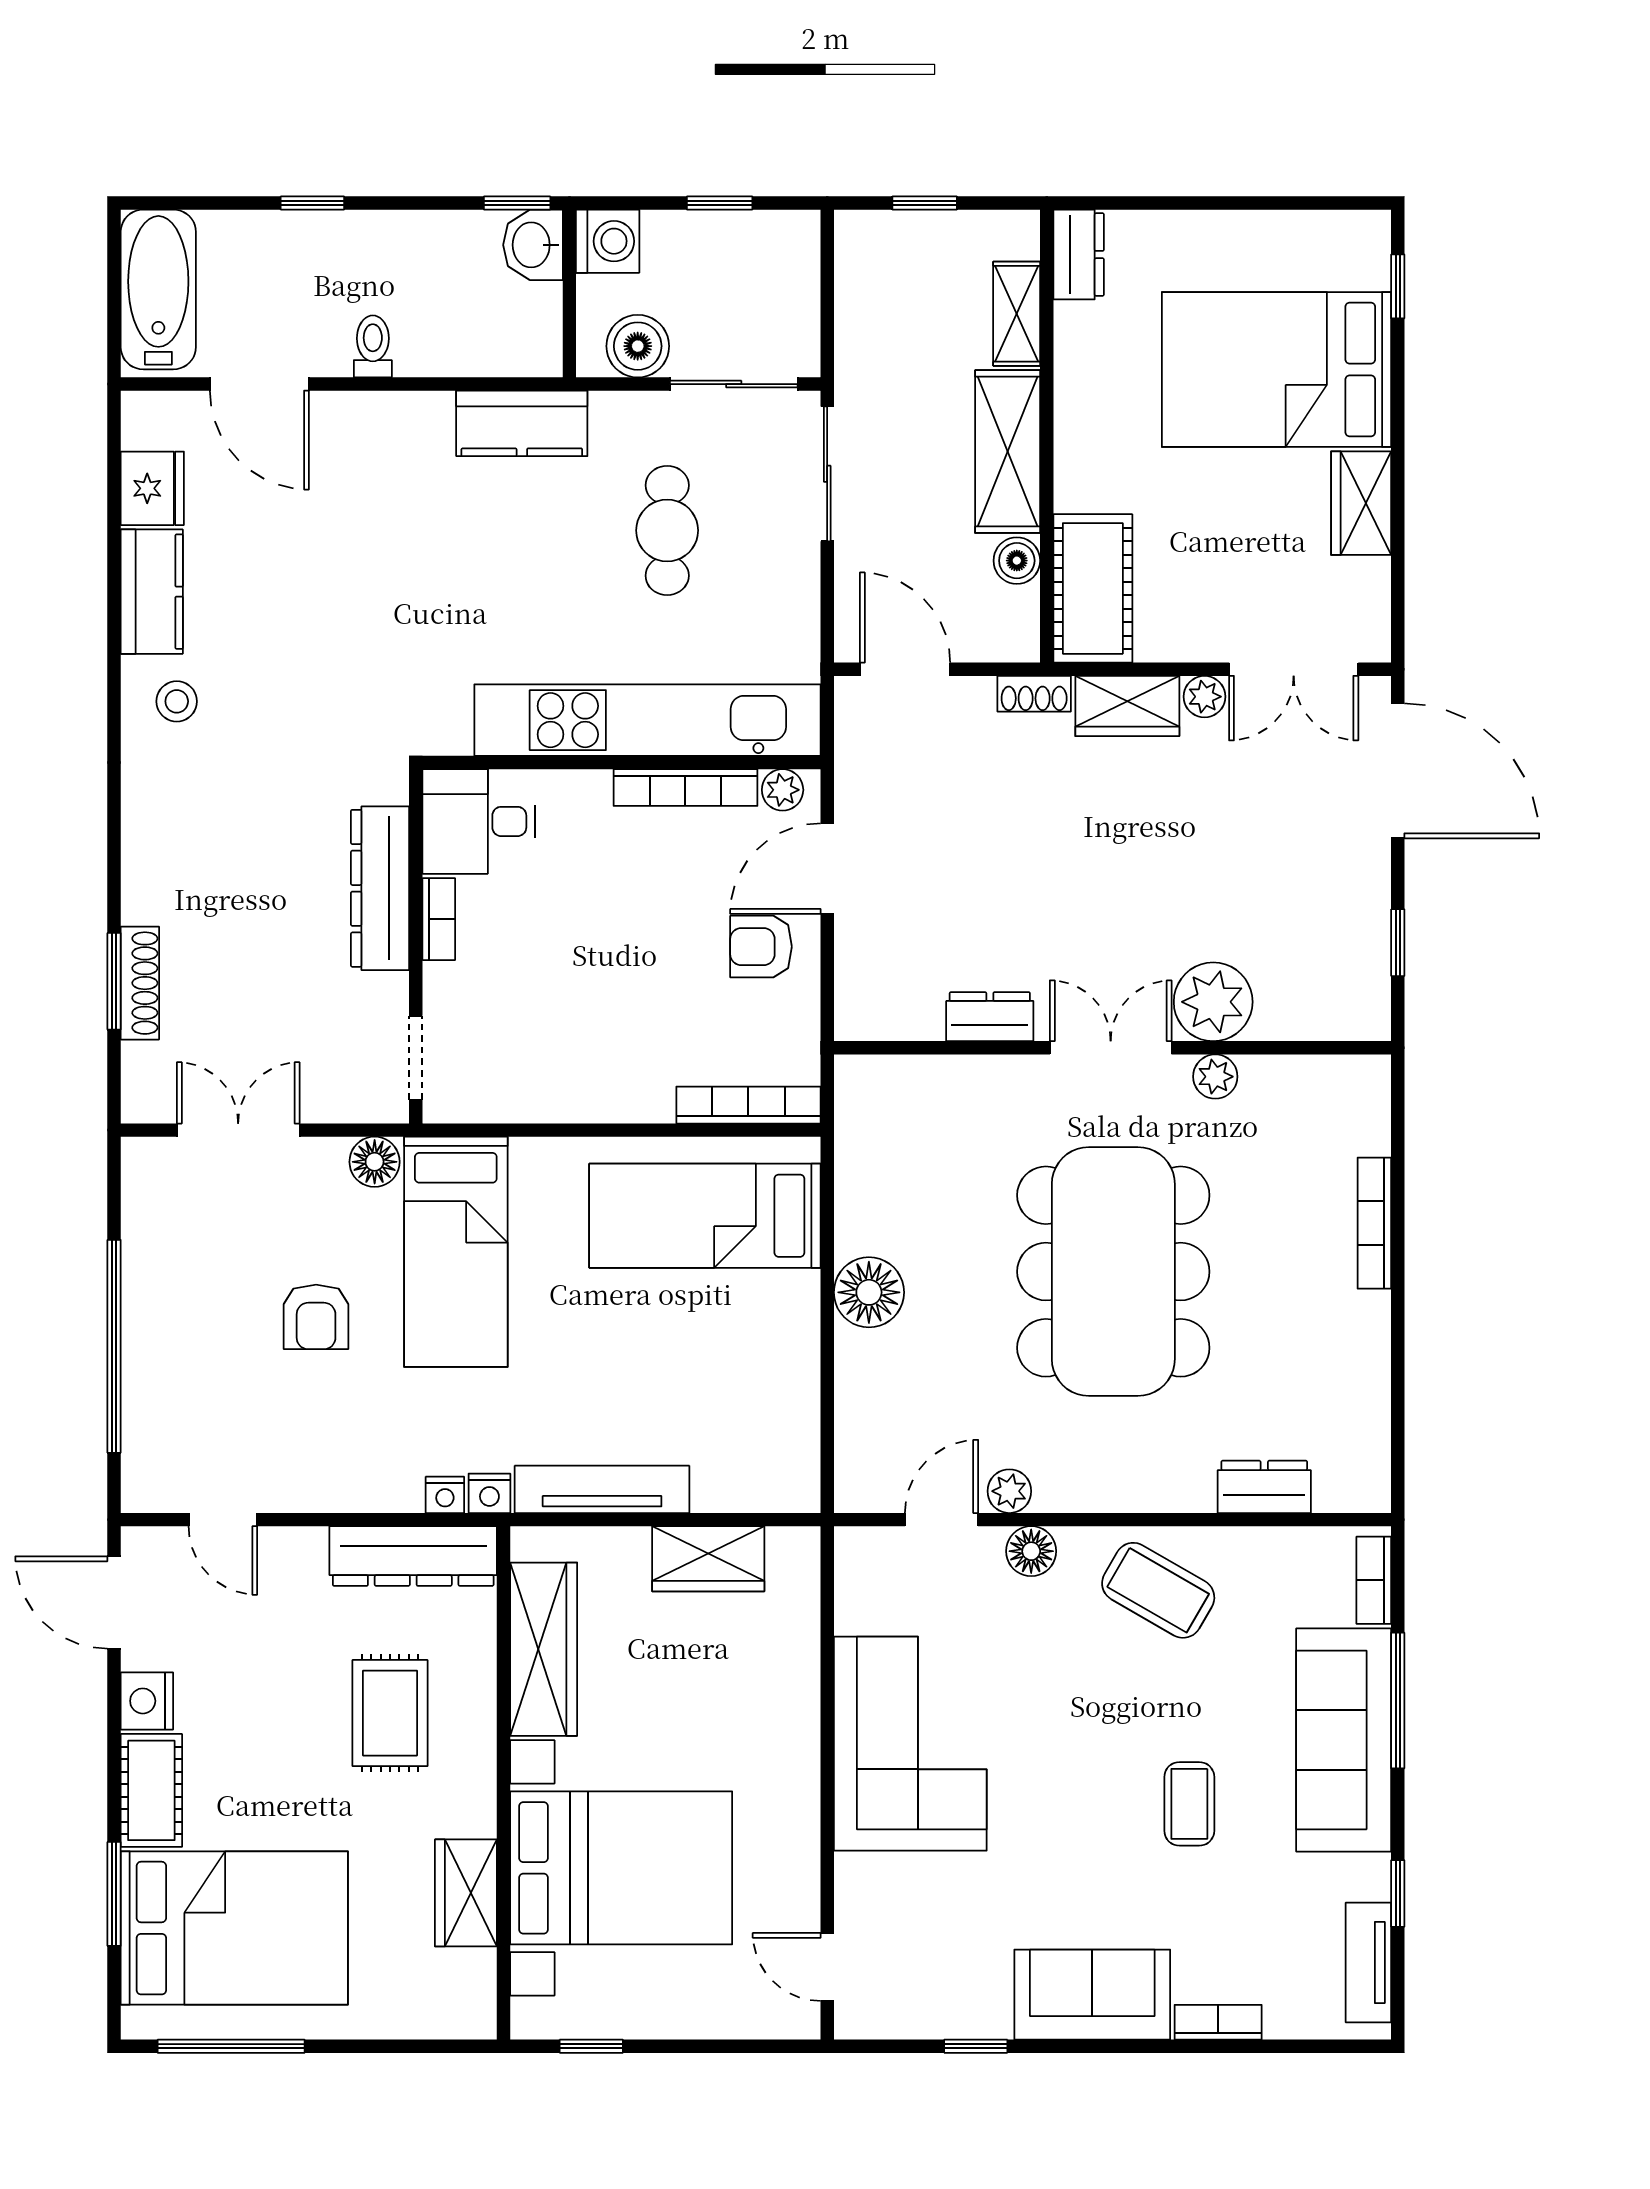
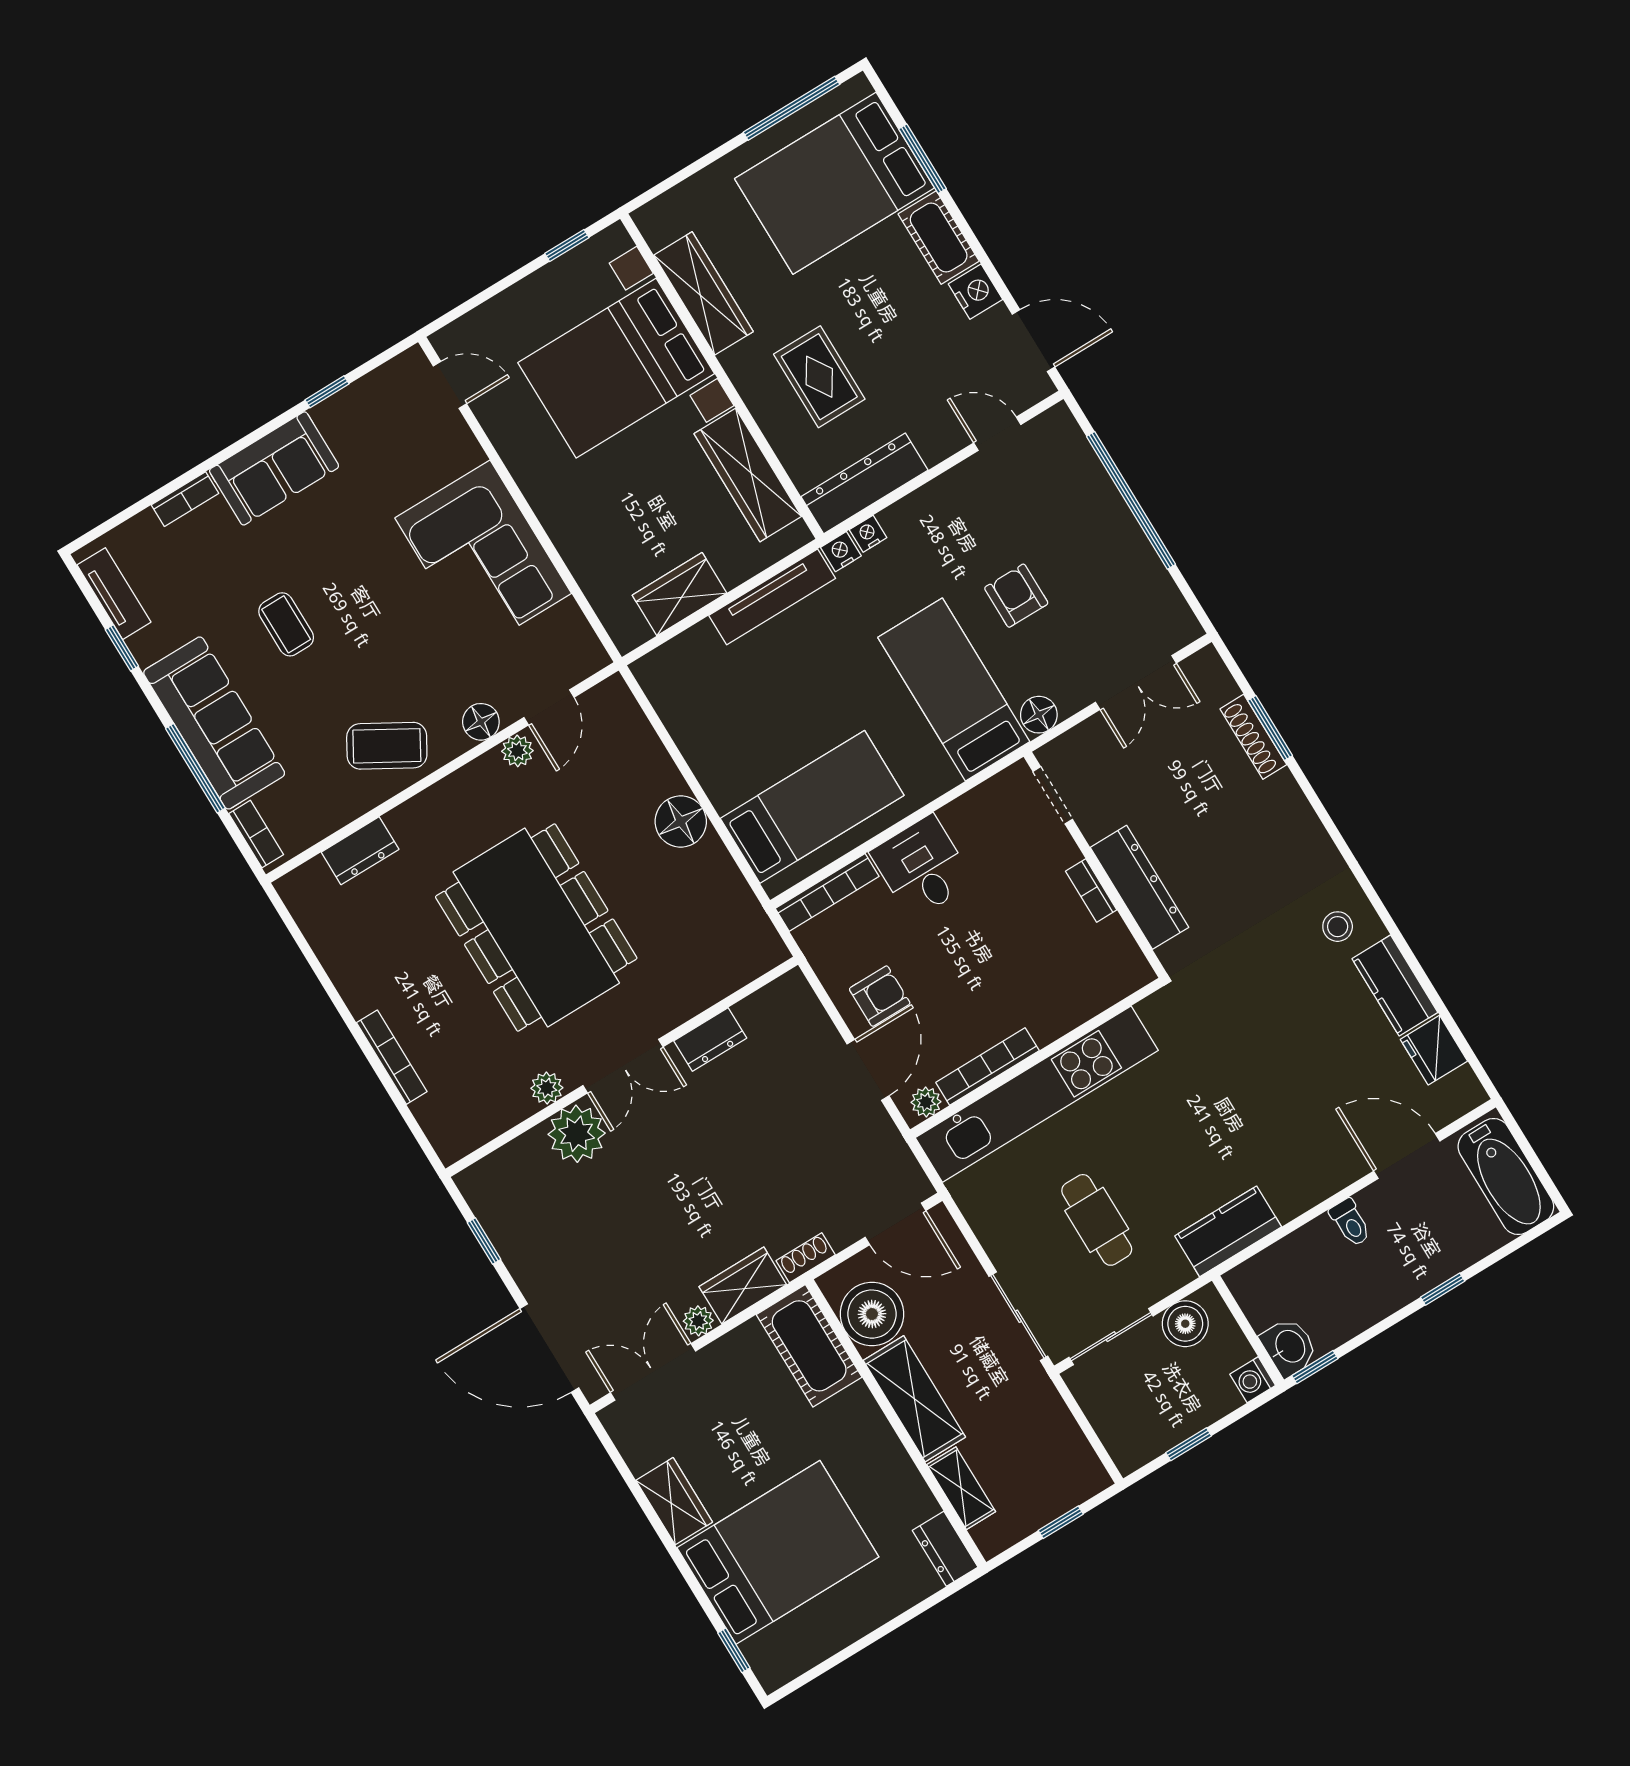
washing machine: (608, 241) -> (1253, 1380), width x0.73, depth x0.73
boiler: (1017, 561) -> (872, 1314), width x1.86, depth x1.86
desk: (479, 821) -> (922, 867), moved, turned -90
wardrobe: (466, 1893) -> (703, 293), width x1.50

